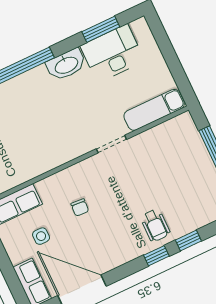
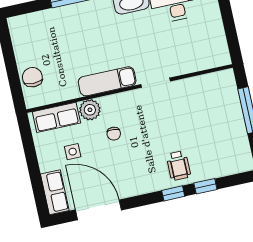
exam couch: (154, 110) -> (107, 81), moved
plant: (49, 188) -> (90, 110), added

